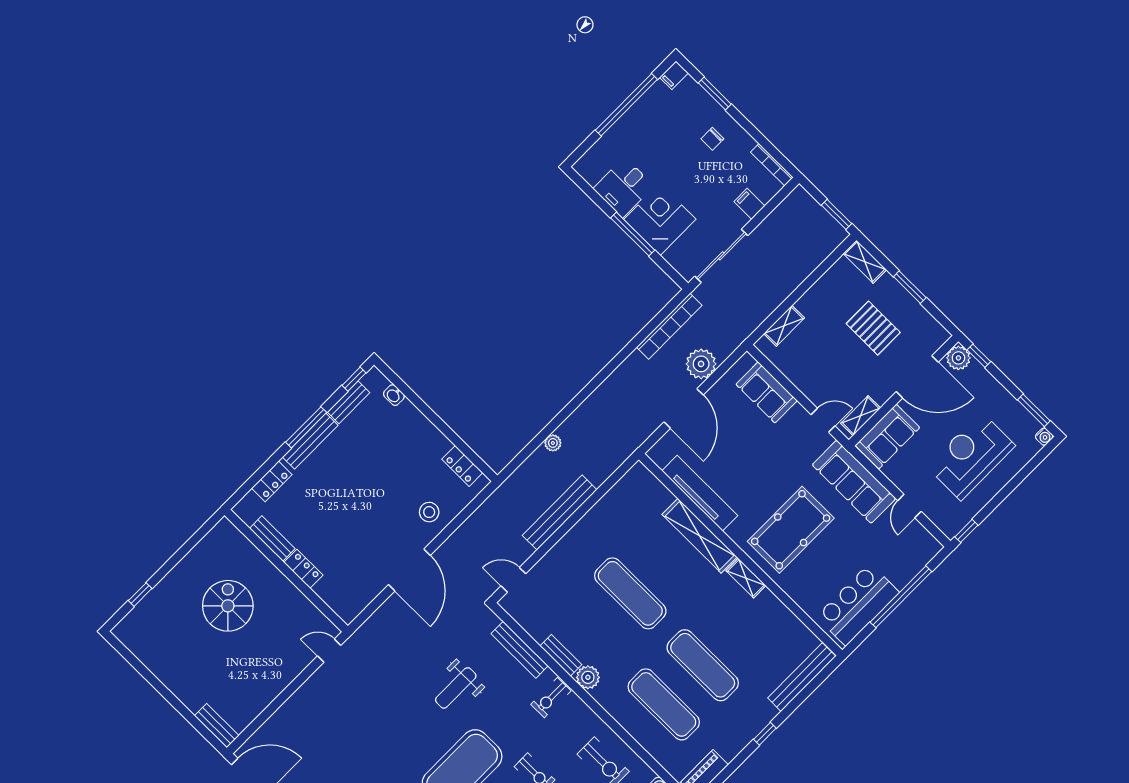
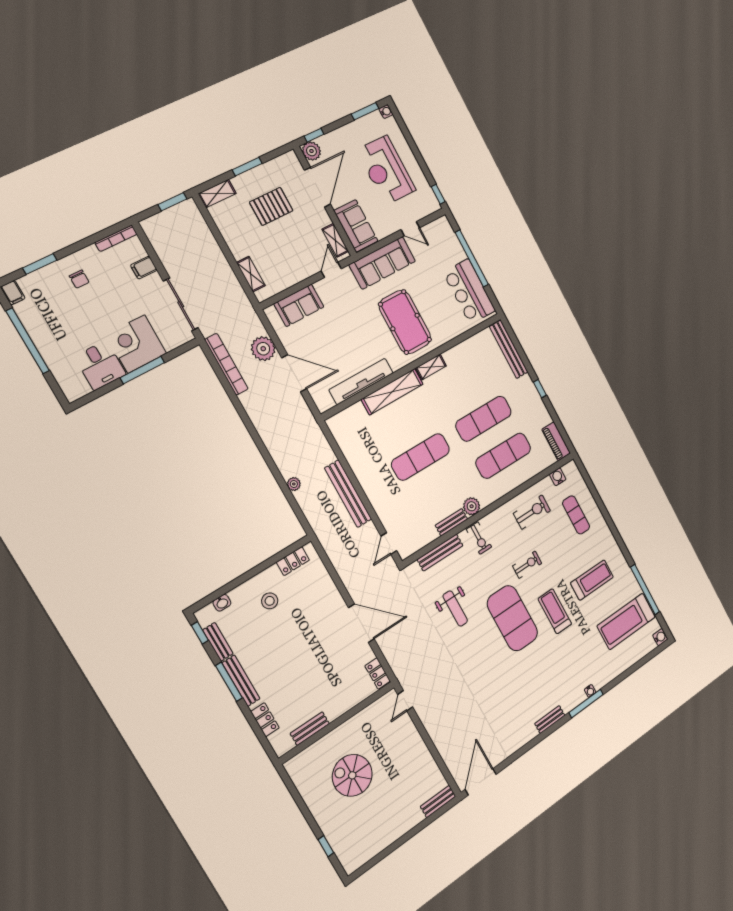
stool: (429, 512) -> (270, 601), moved
locker: (303, 569) -> (378, 674), moved, turned -90

